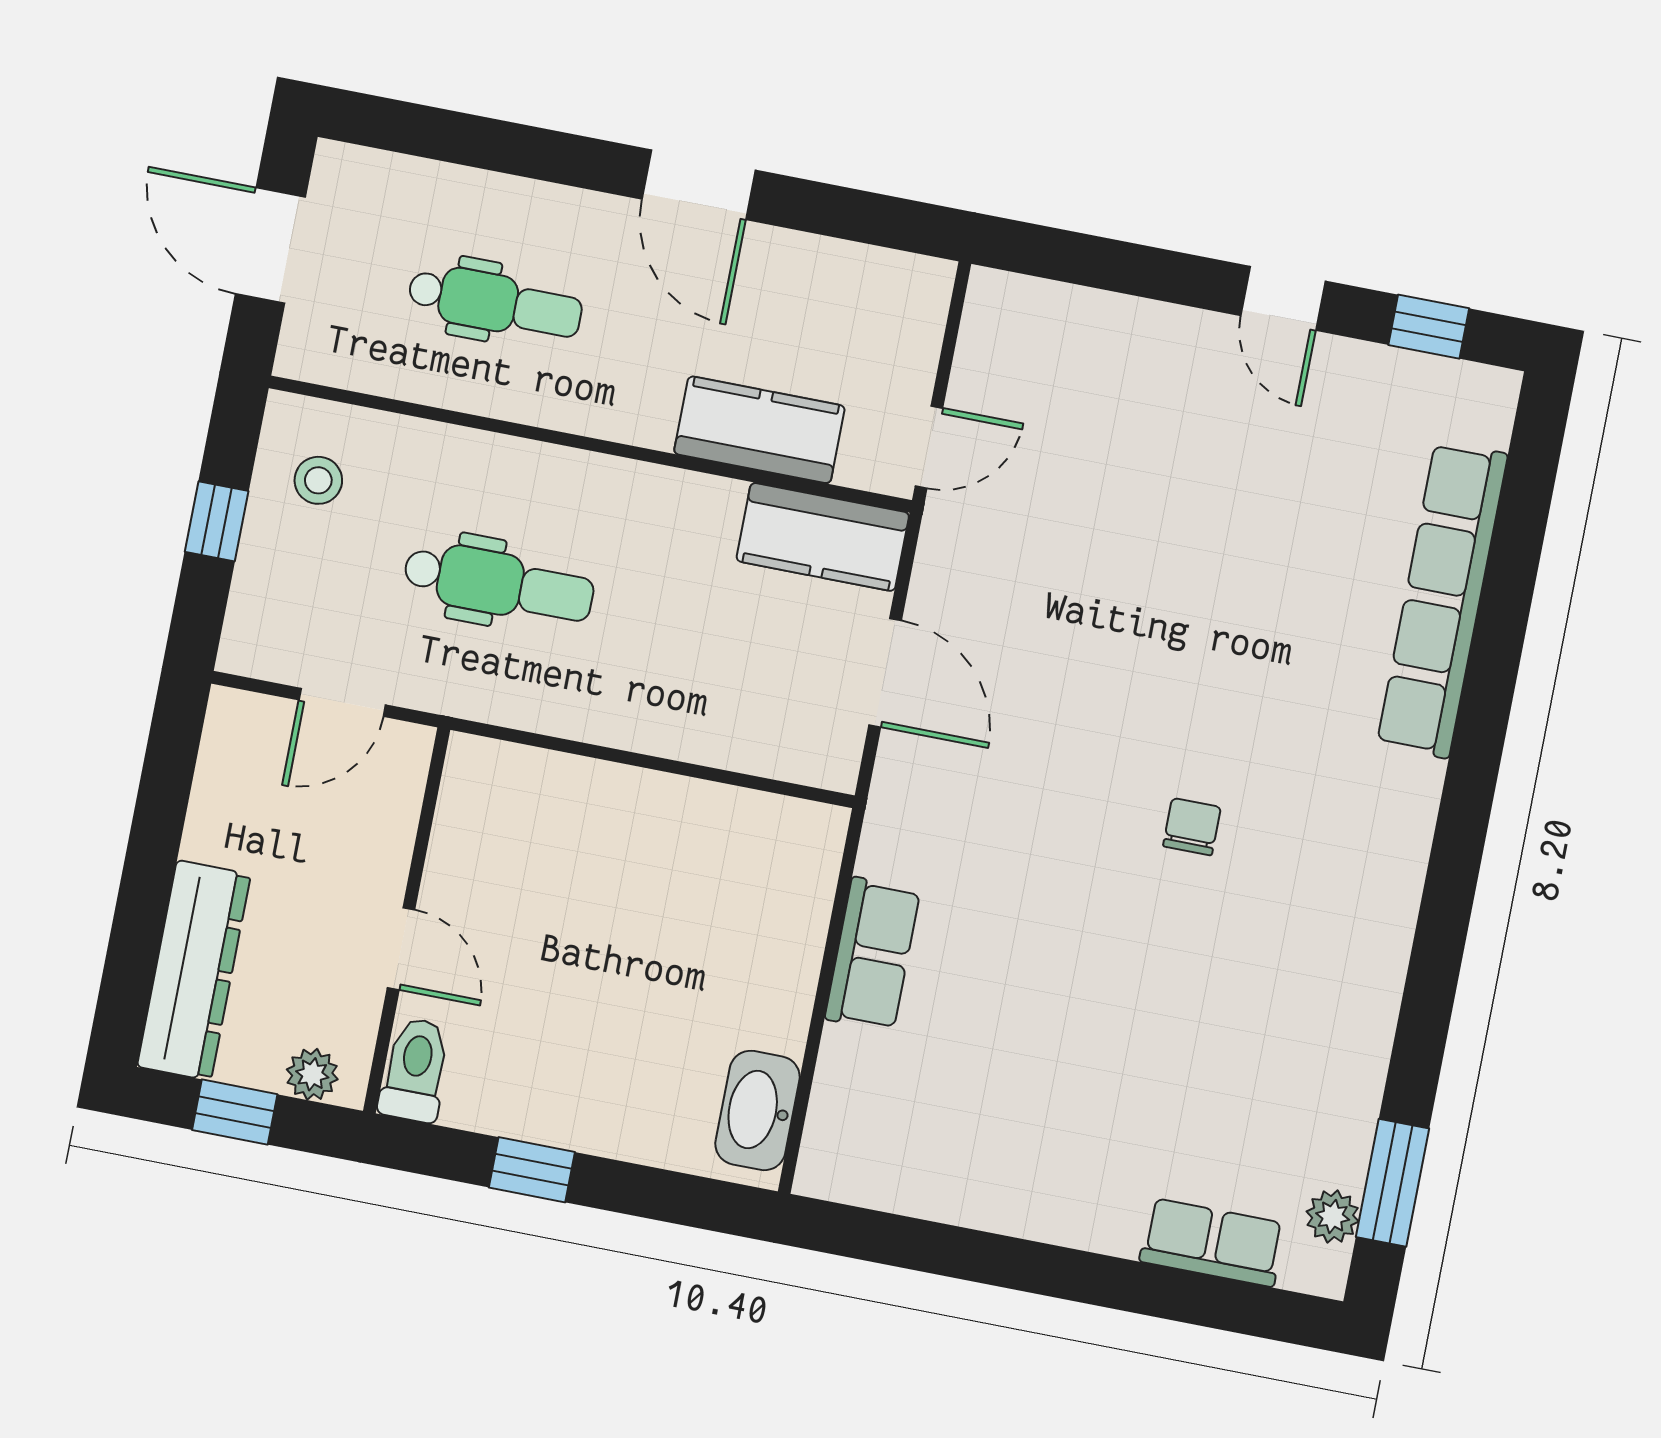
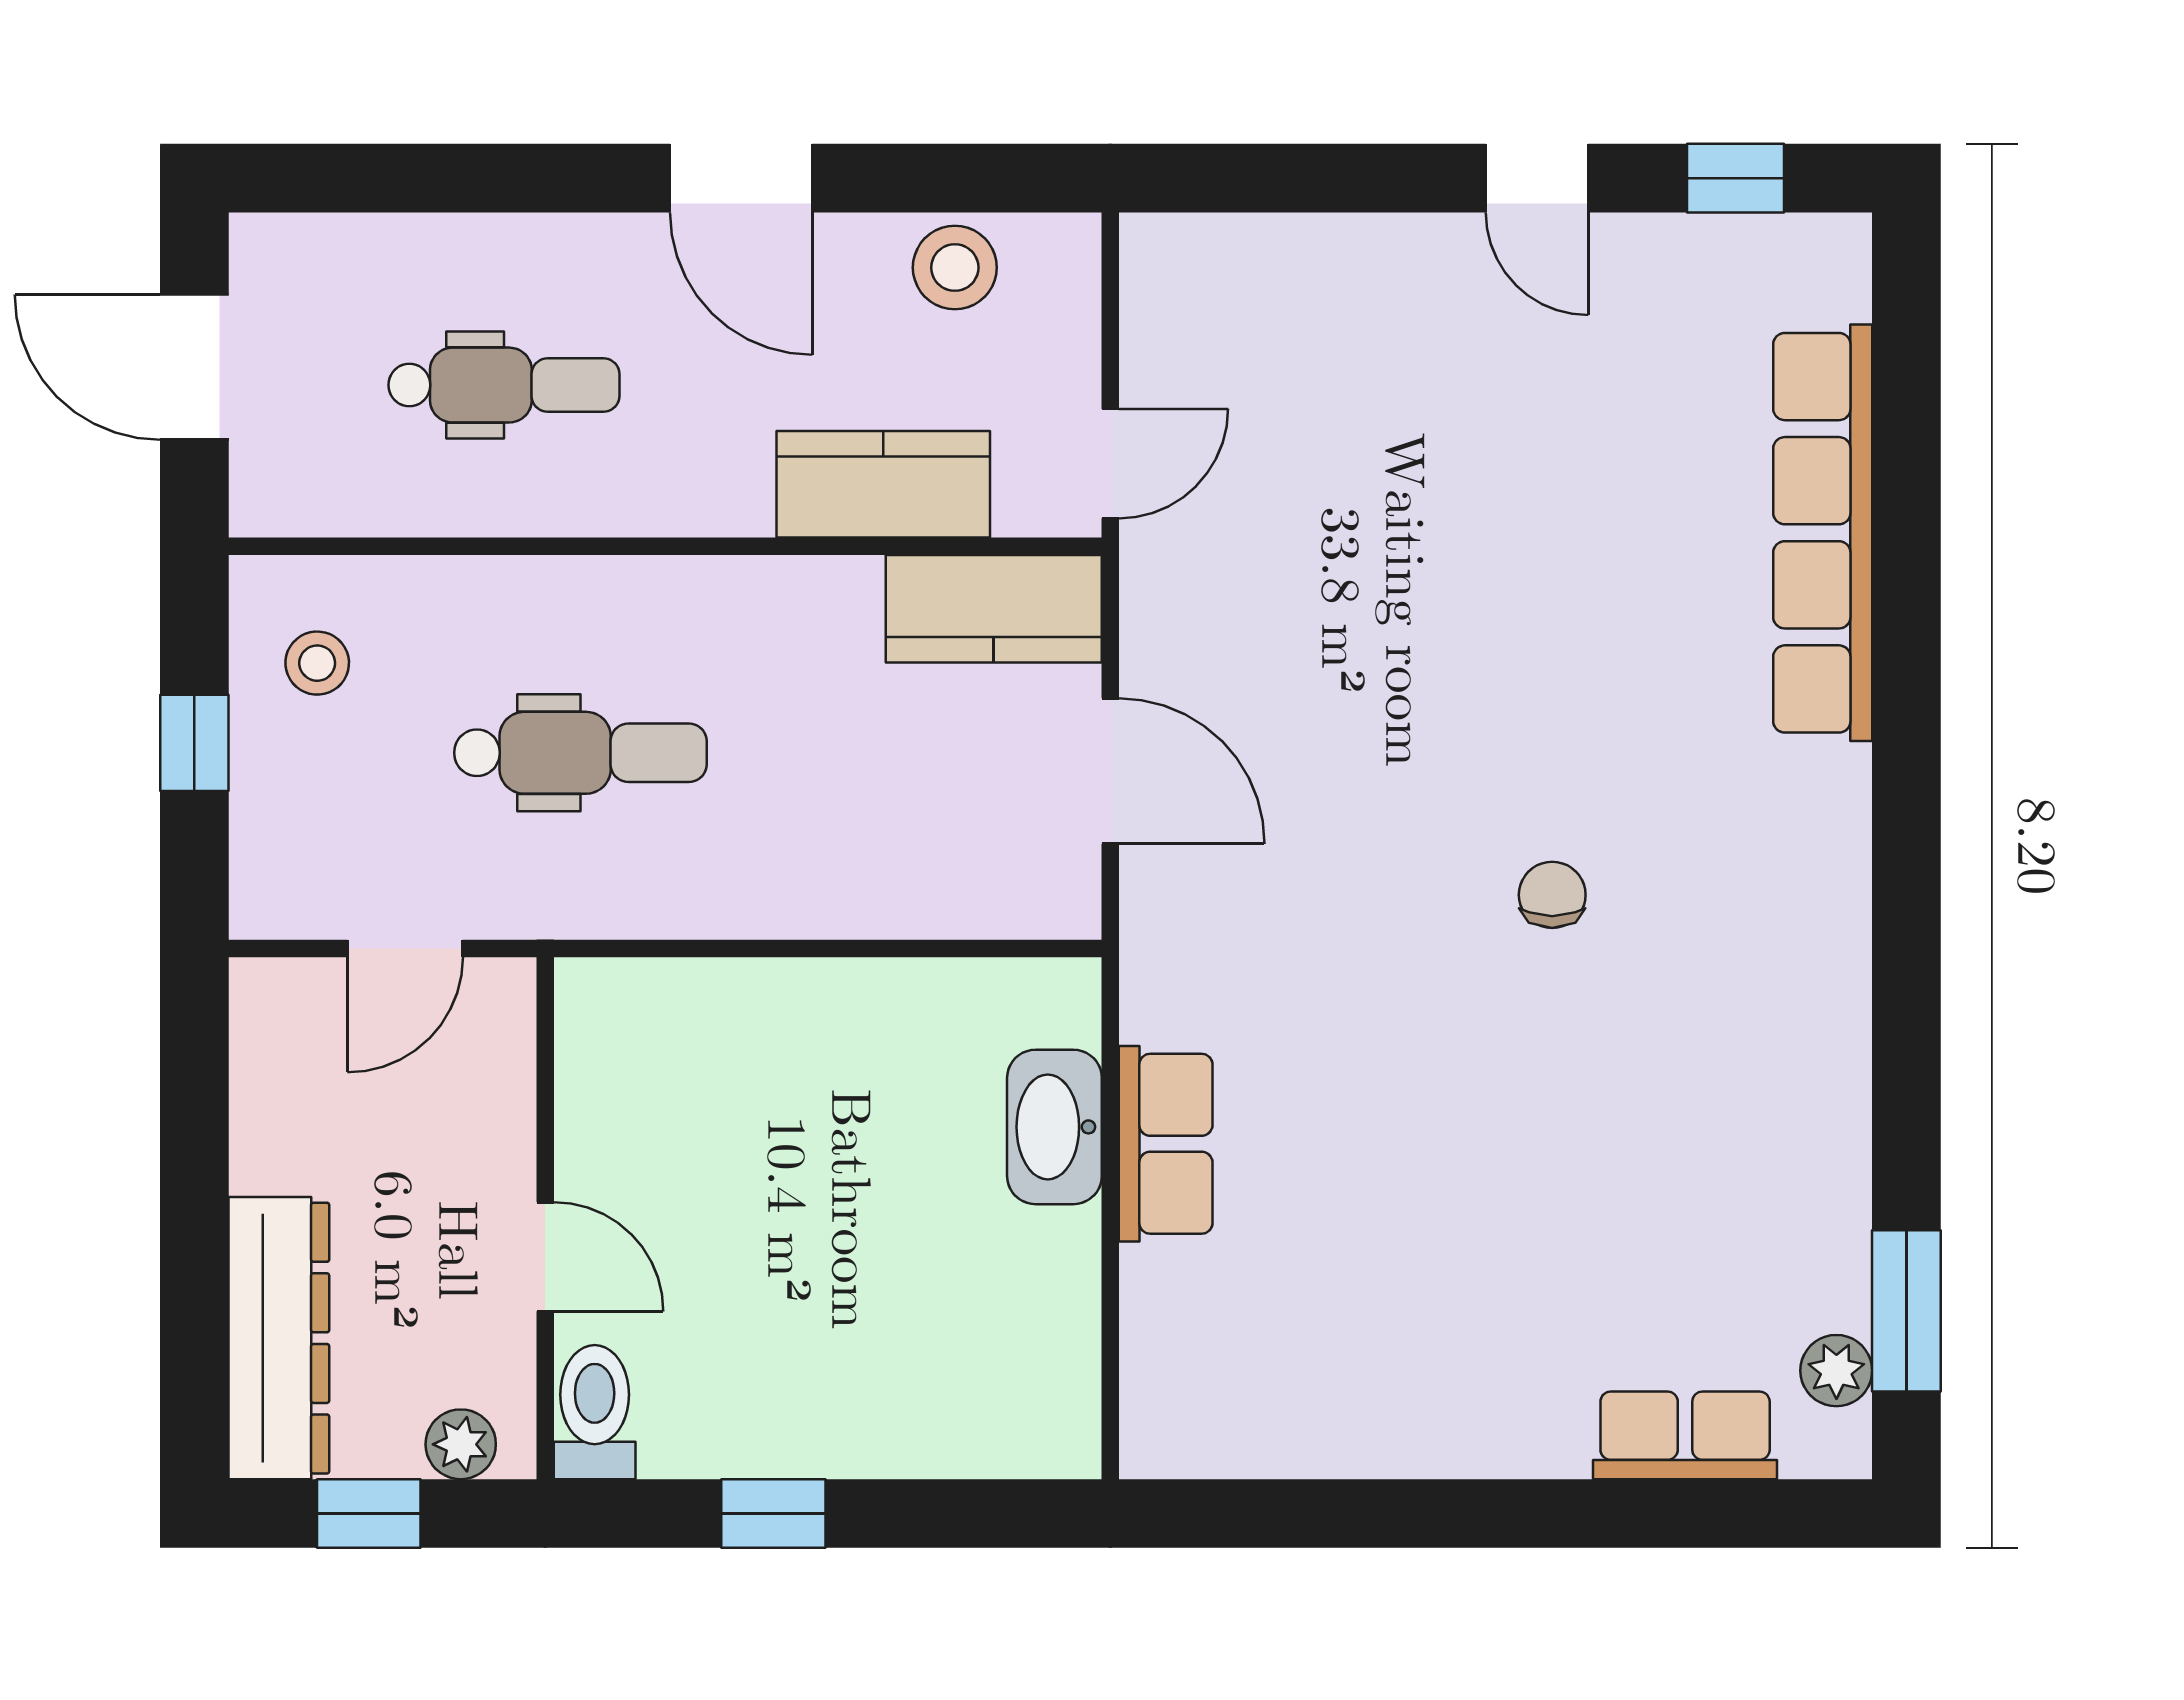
stool: (843, 281) -> (955, 268), added
washbasin: (758, 1110) -> (1054, 1127), moved

